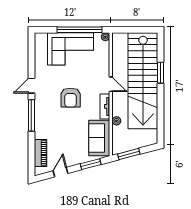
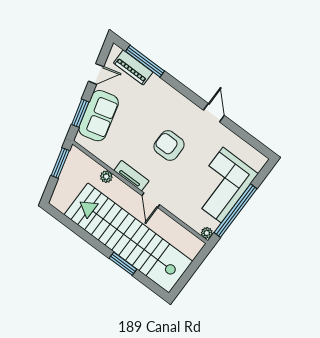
door: (111, 84) -> (151, 200), hinge flipped
window: (31, 115) -> (145, 61), moved
sofa: (99, 138) -> (99, 116), moved, turned 75
door: (61, 172) -> (96, 74), hinge flipped

